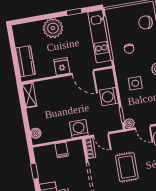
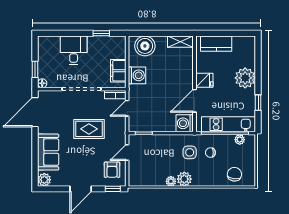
side table: (135, 83) -> (190, 152), moved
washing machine: (109, 97) -> (185, 123), moved, turned -90
plant: (129, 123) -> (240, 140), moved
washing machine: (79, 129) -> (137, 75), moved
boiler: (36, 133) -> (145, 46), width x1.86, depth x1.86
filing cabinet: (62, 150) -> (118, 71), width x2.00

